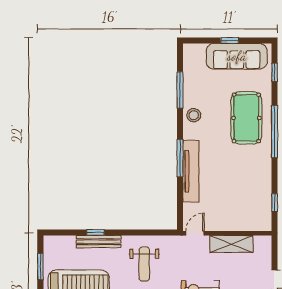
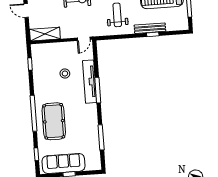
stool: (194, 115) -> (65, 74), moved
shelving: (231, 244) -> (45, 34), moved

